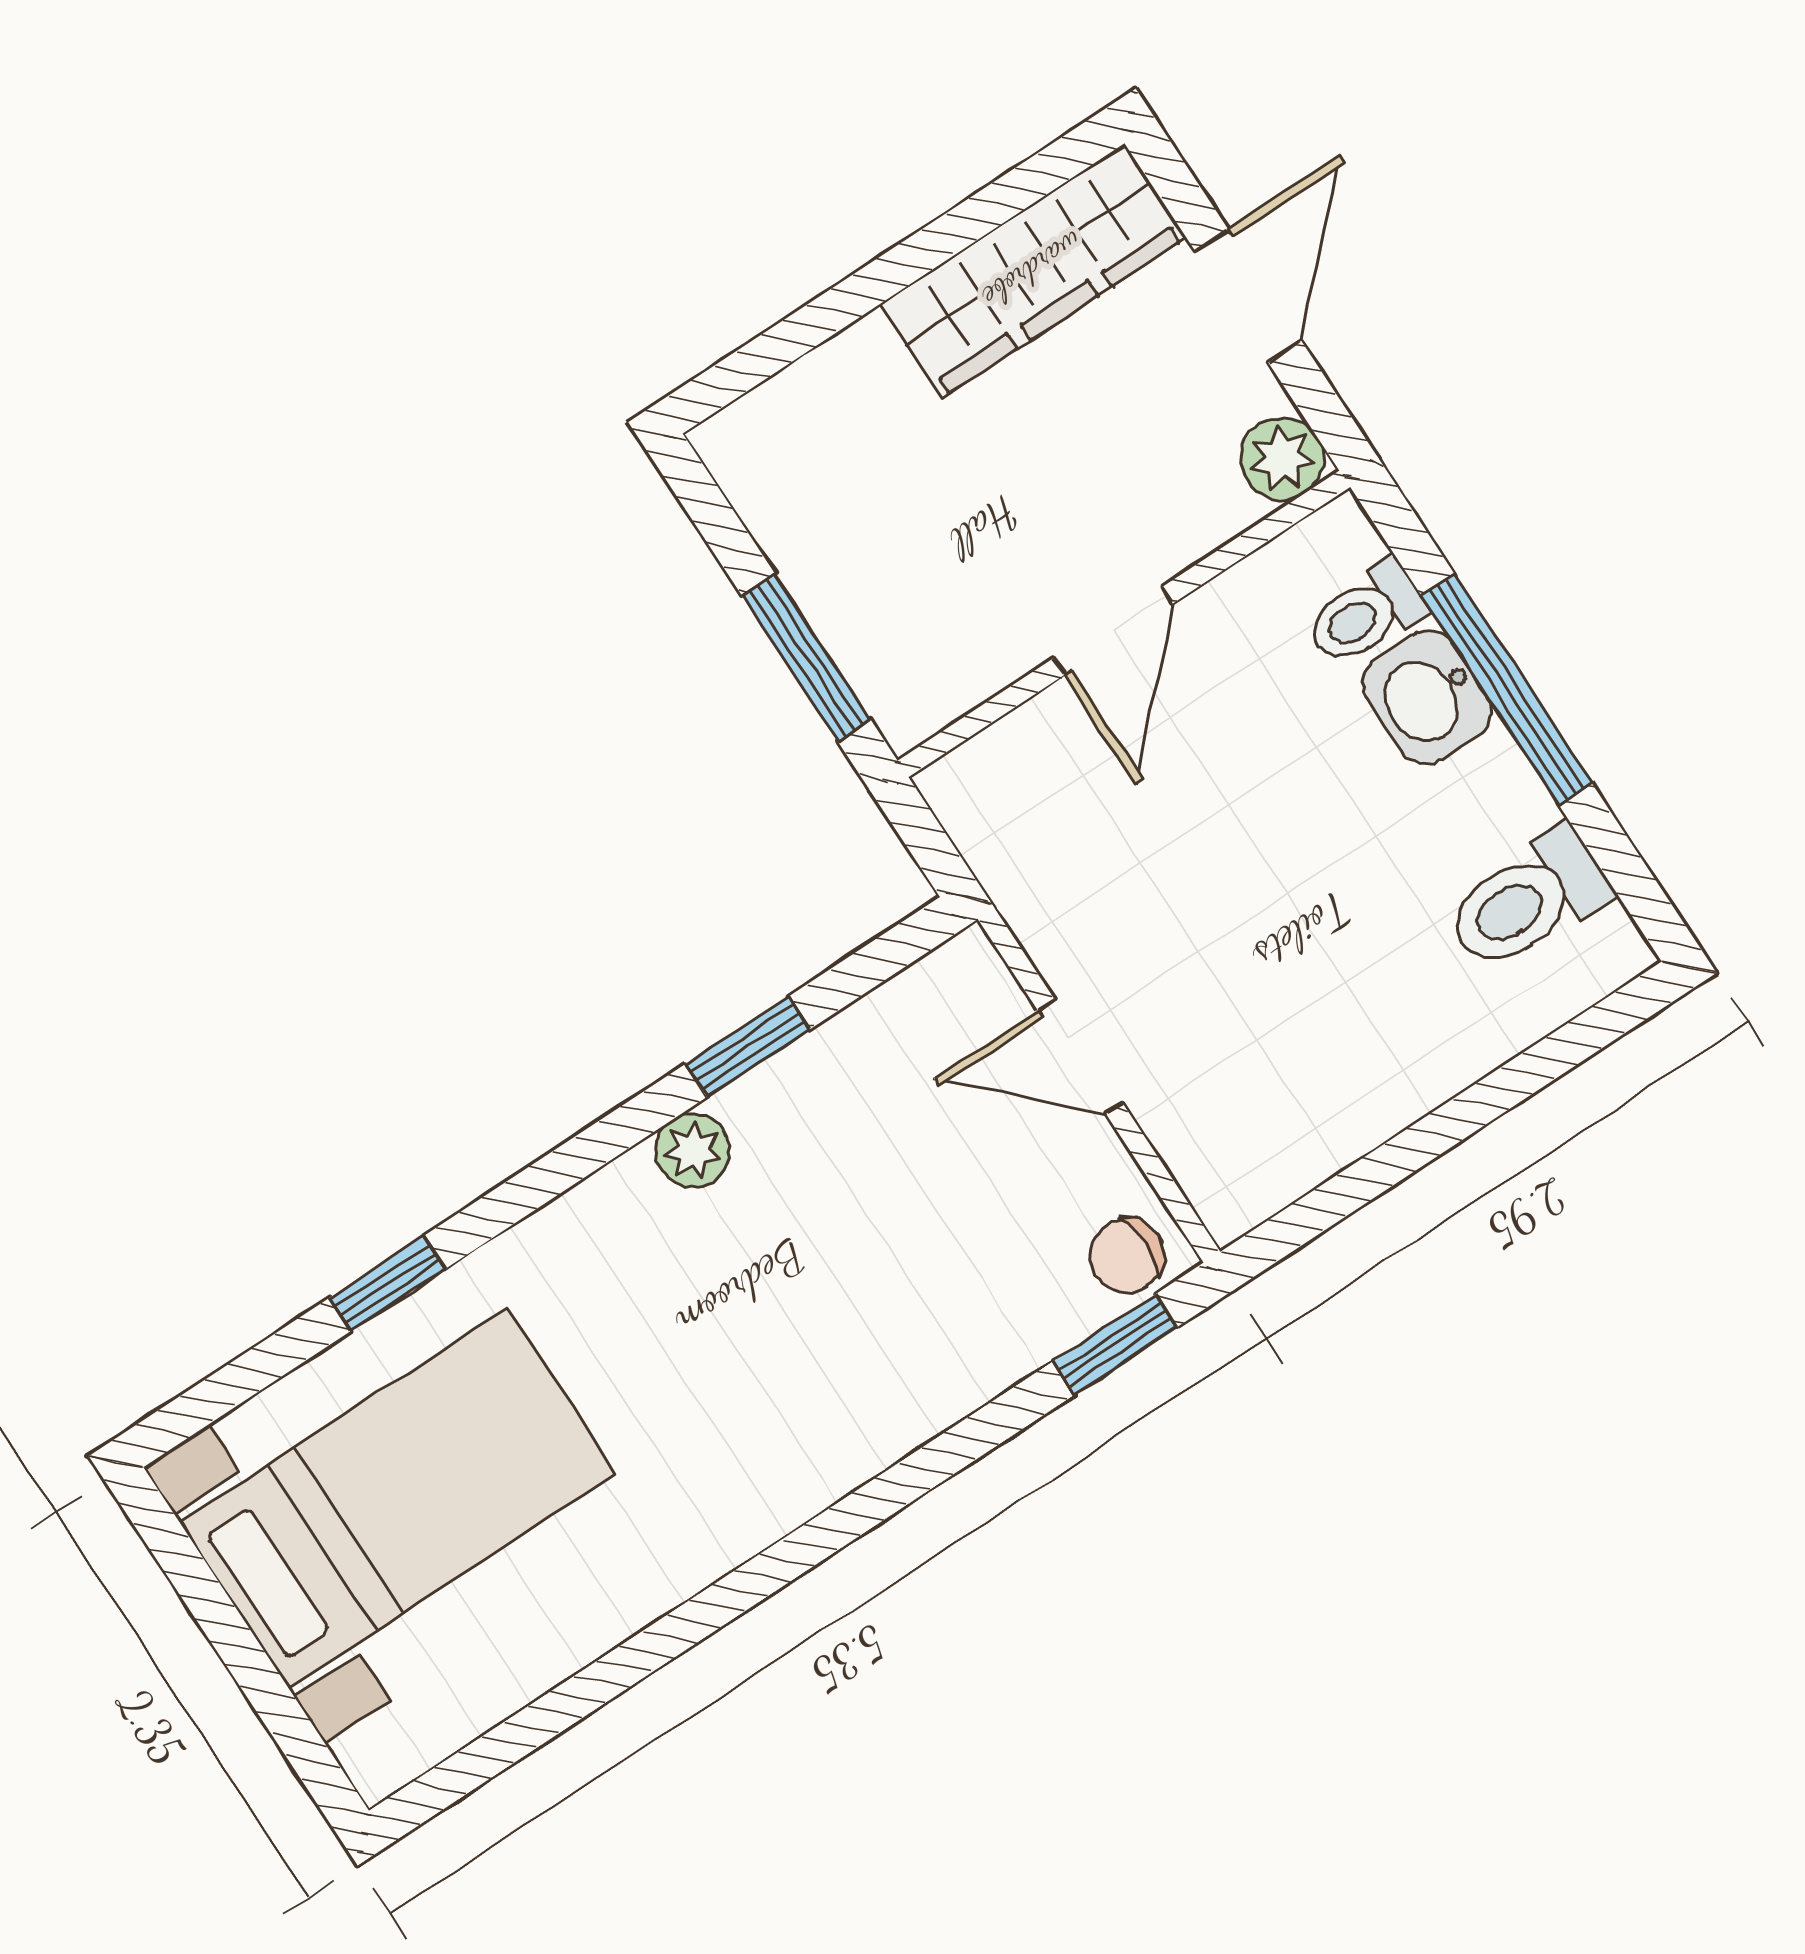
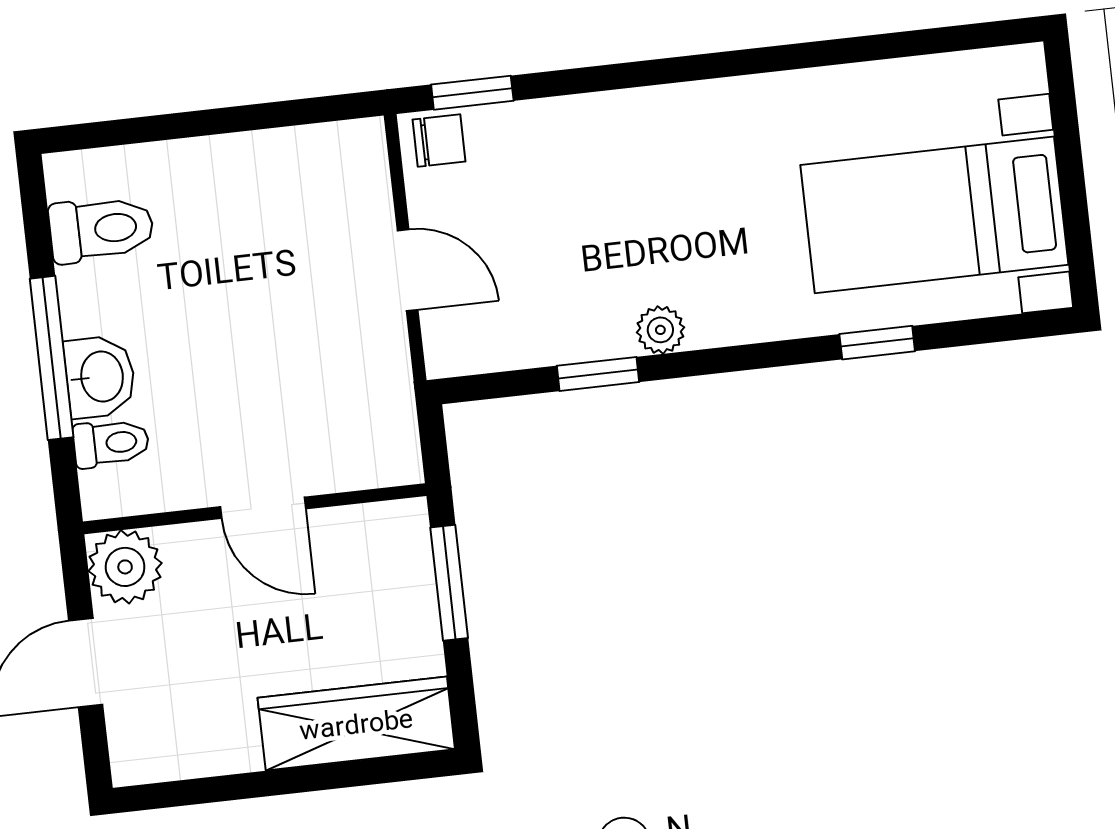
wardrobe: (1033, 271) -> (356, 724), moved
plant: (1282, 459) -> (125, 567), width x1.38, depth x1.38
door: (1113, 631) -> (263, 508), swing flipped

